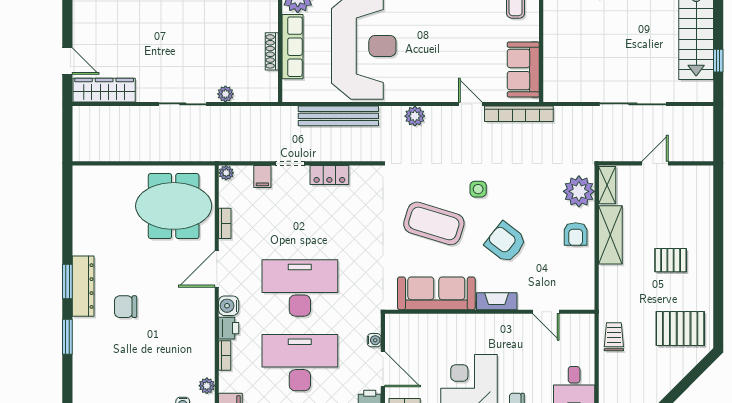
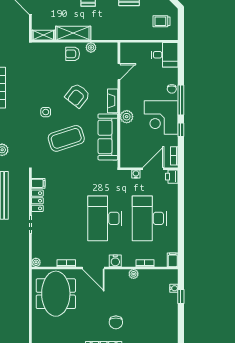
filing cabinet: (262, 177) -> (38, 183), moved
plant: (579, 191) -> (91, 47), moved, width x0.53, depth x0.53
coffee table: (434, 223) -> (66, 138), turned 55
armchair: (576, 234) -> (73, 54), turned 180
plant: (470, 325) -> (127, 117), added
printer: (229, 328) -> (129, 261), removed
trolley: (614, 337) -> (162, 21), moved
plant: (207, 386) -> (134, 274), moved

